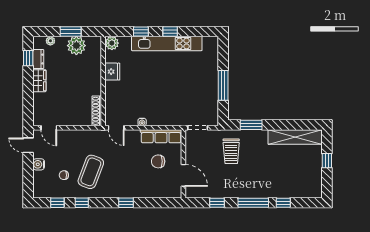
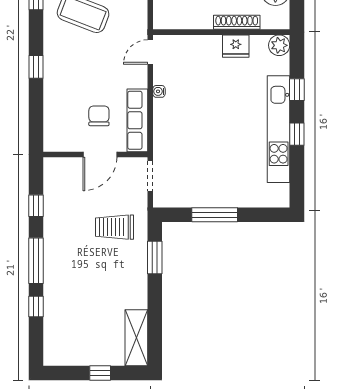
shoe rack: (97, 111) -> (237, 22), moved
shelving: (295, 137) -> (136, 338), width x0.68
door: (183, 175) -> (100, 154), moved

